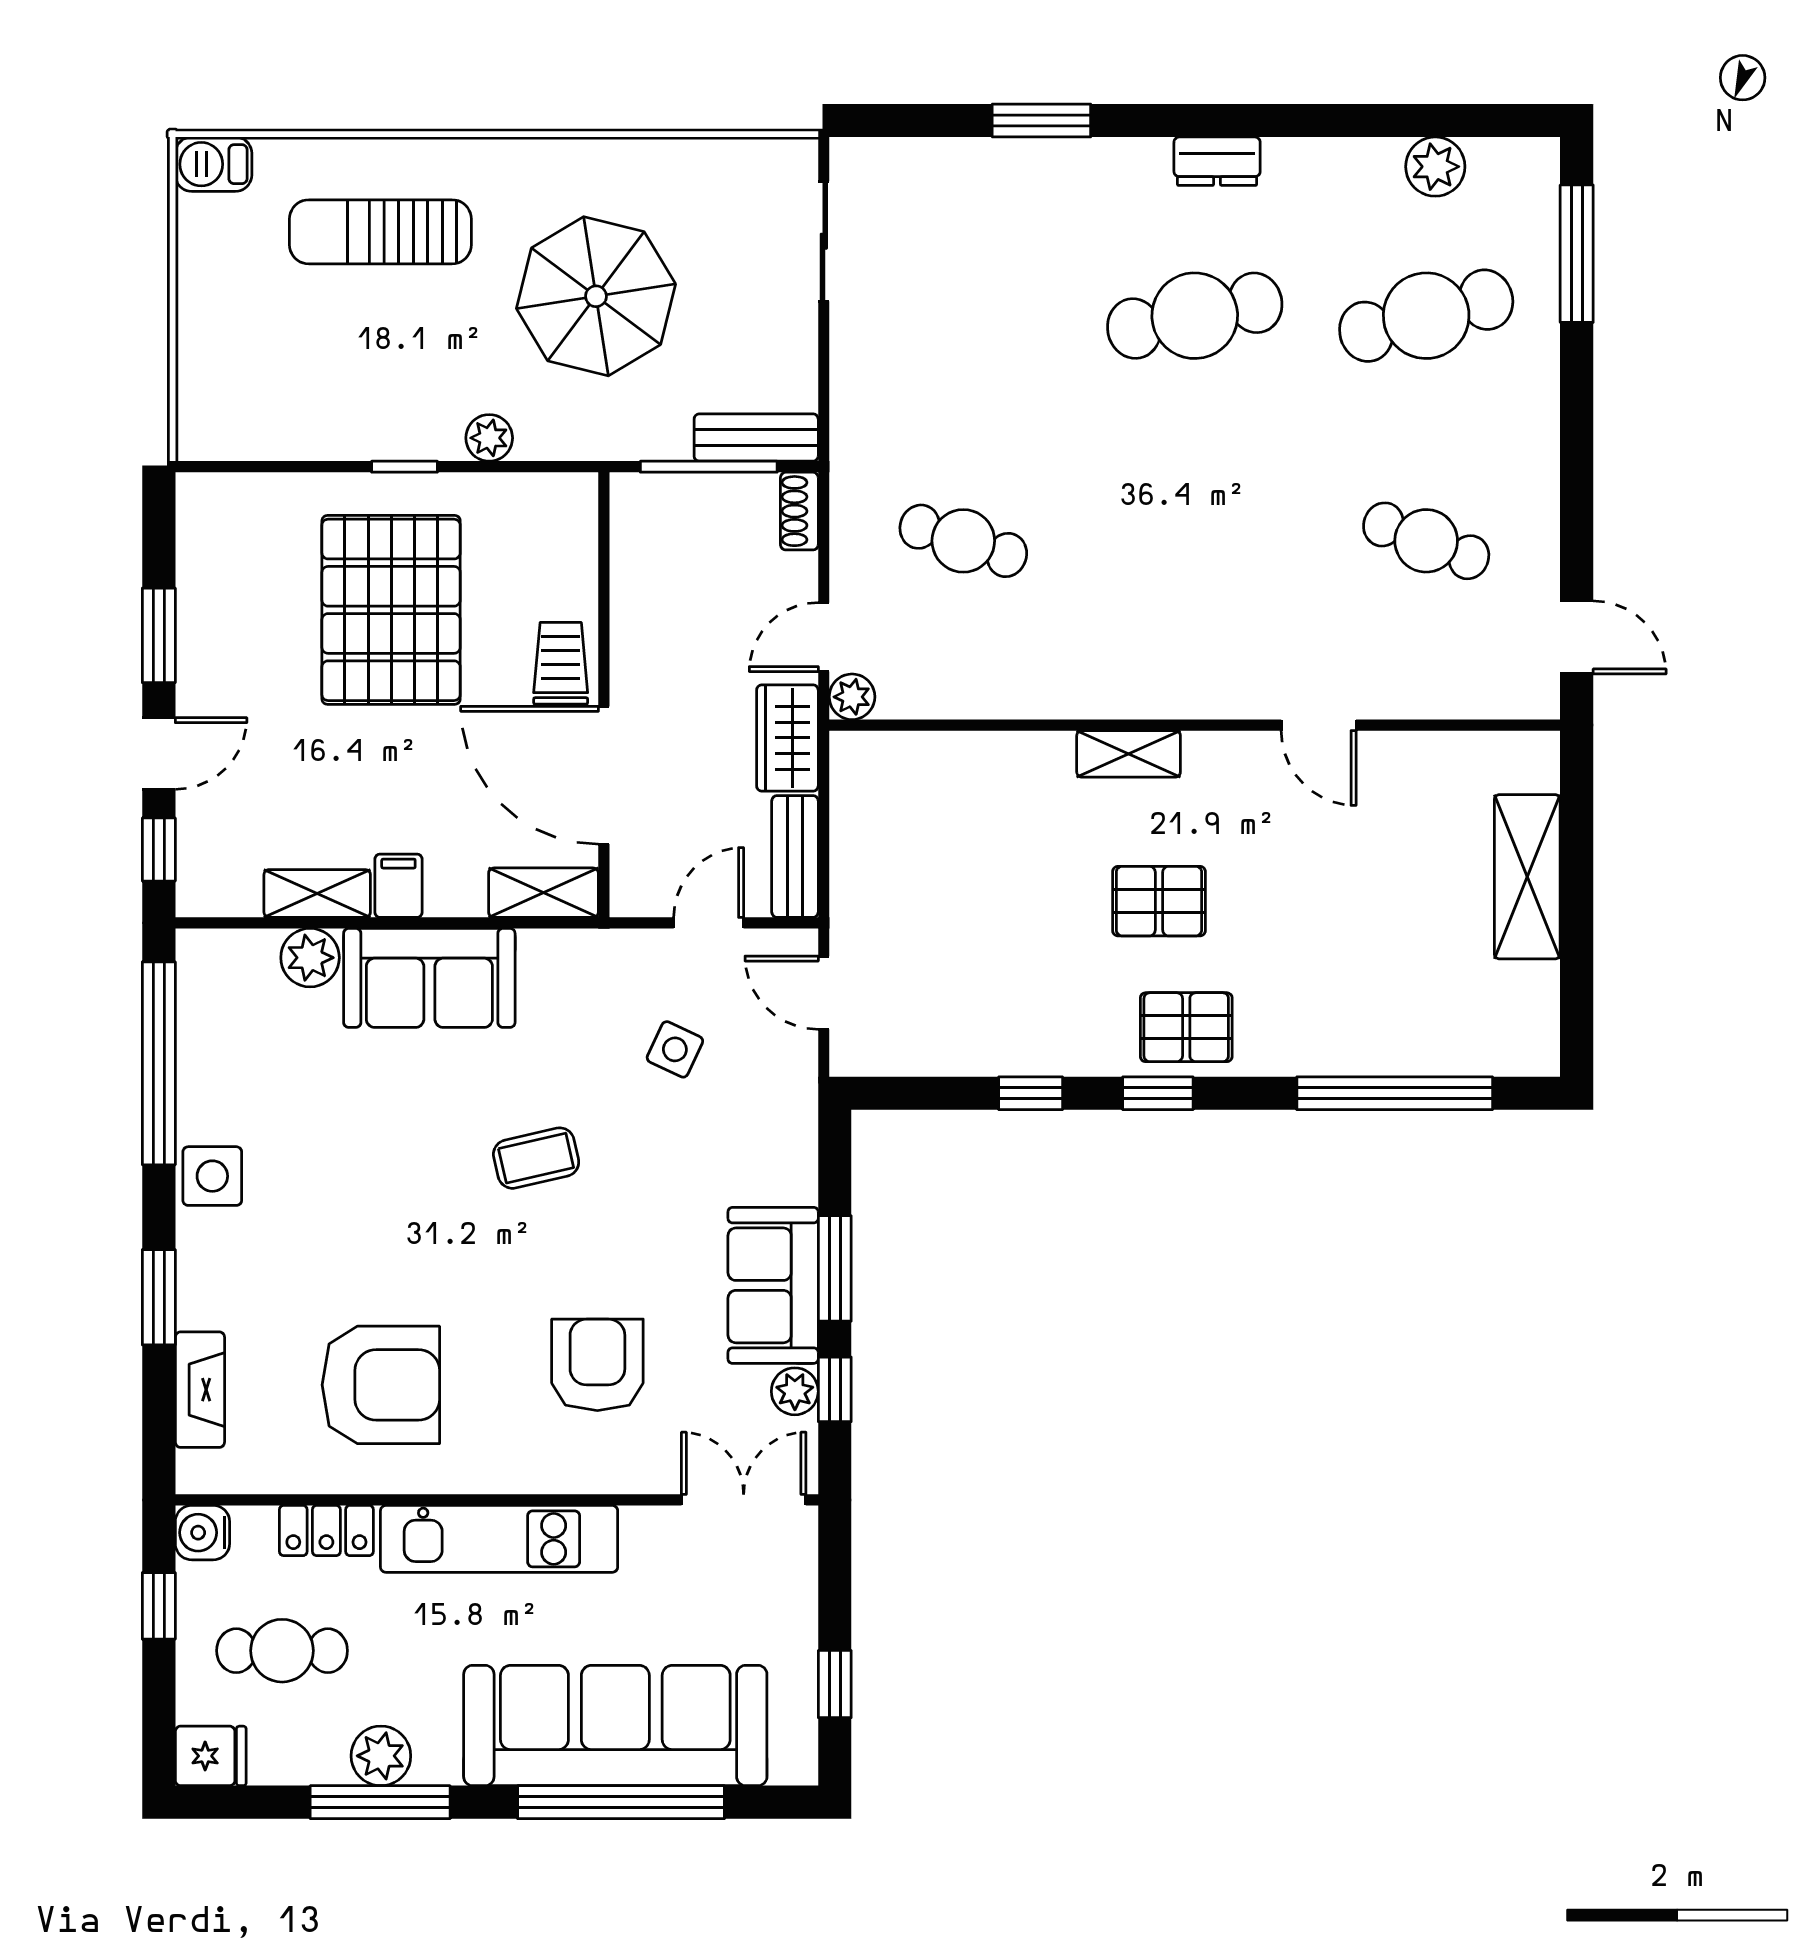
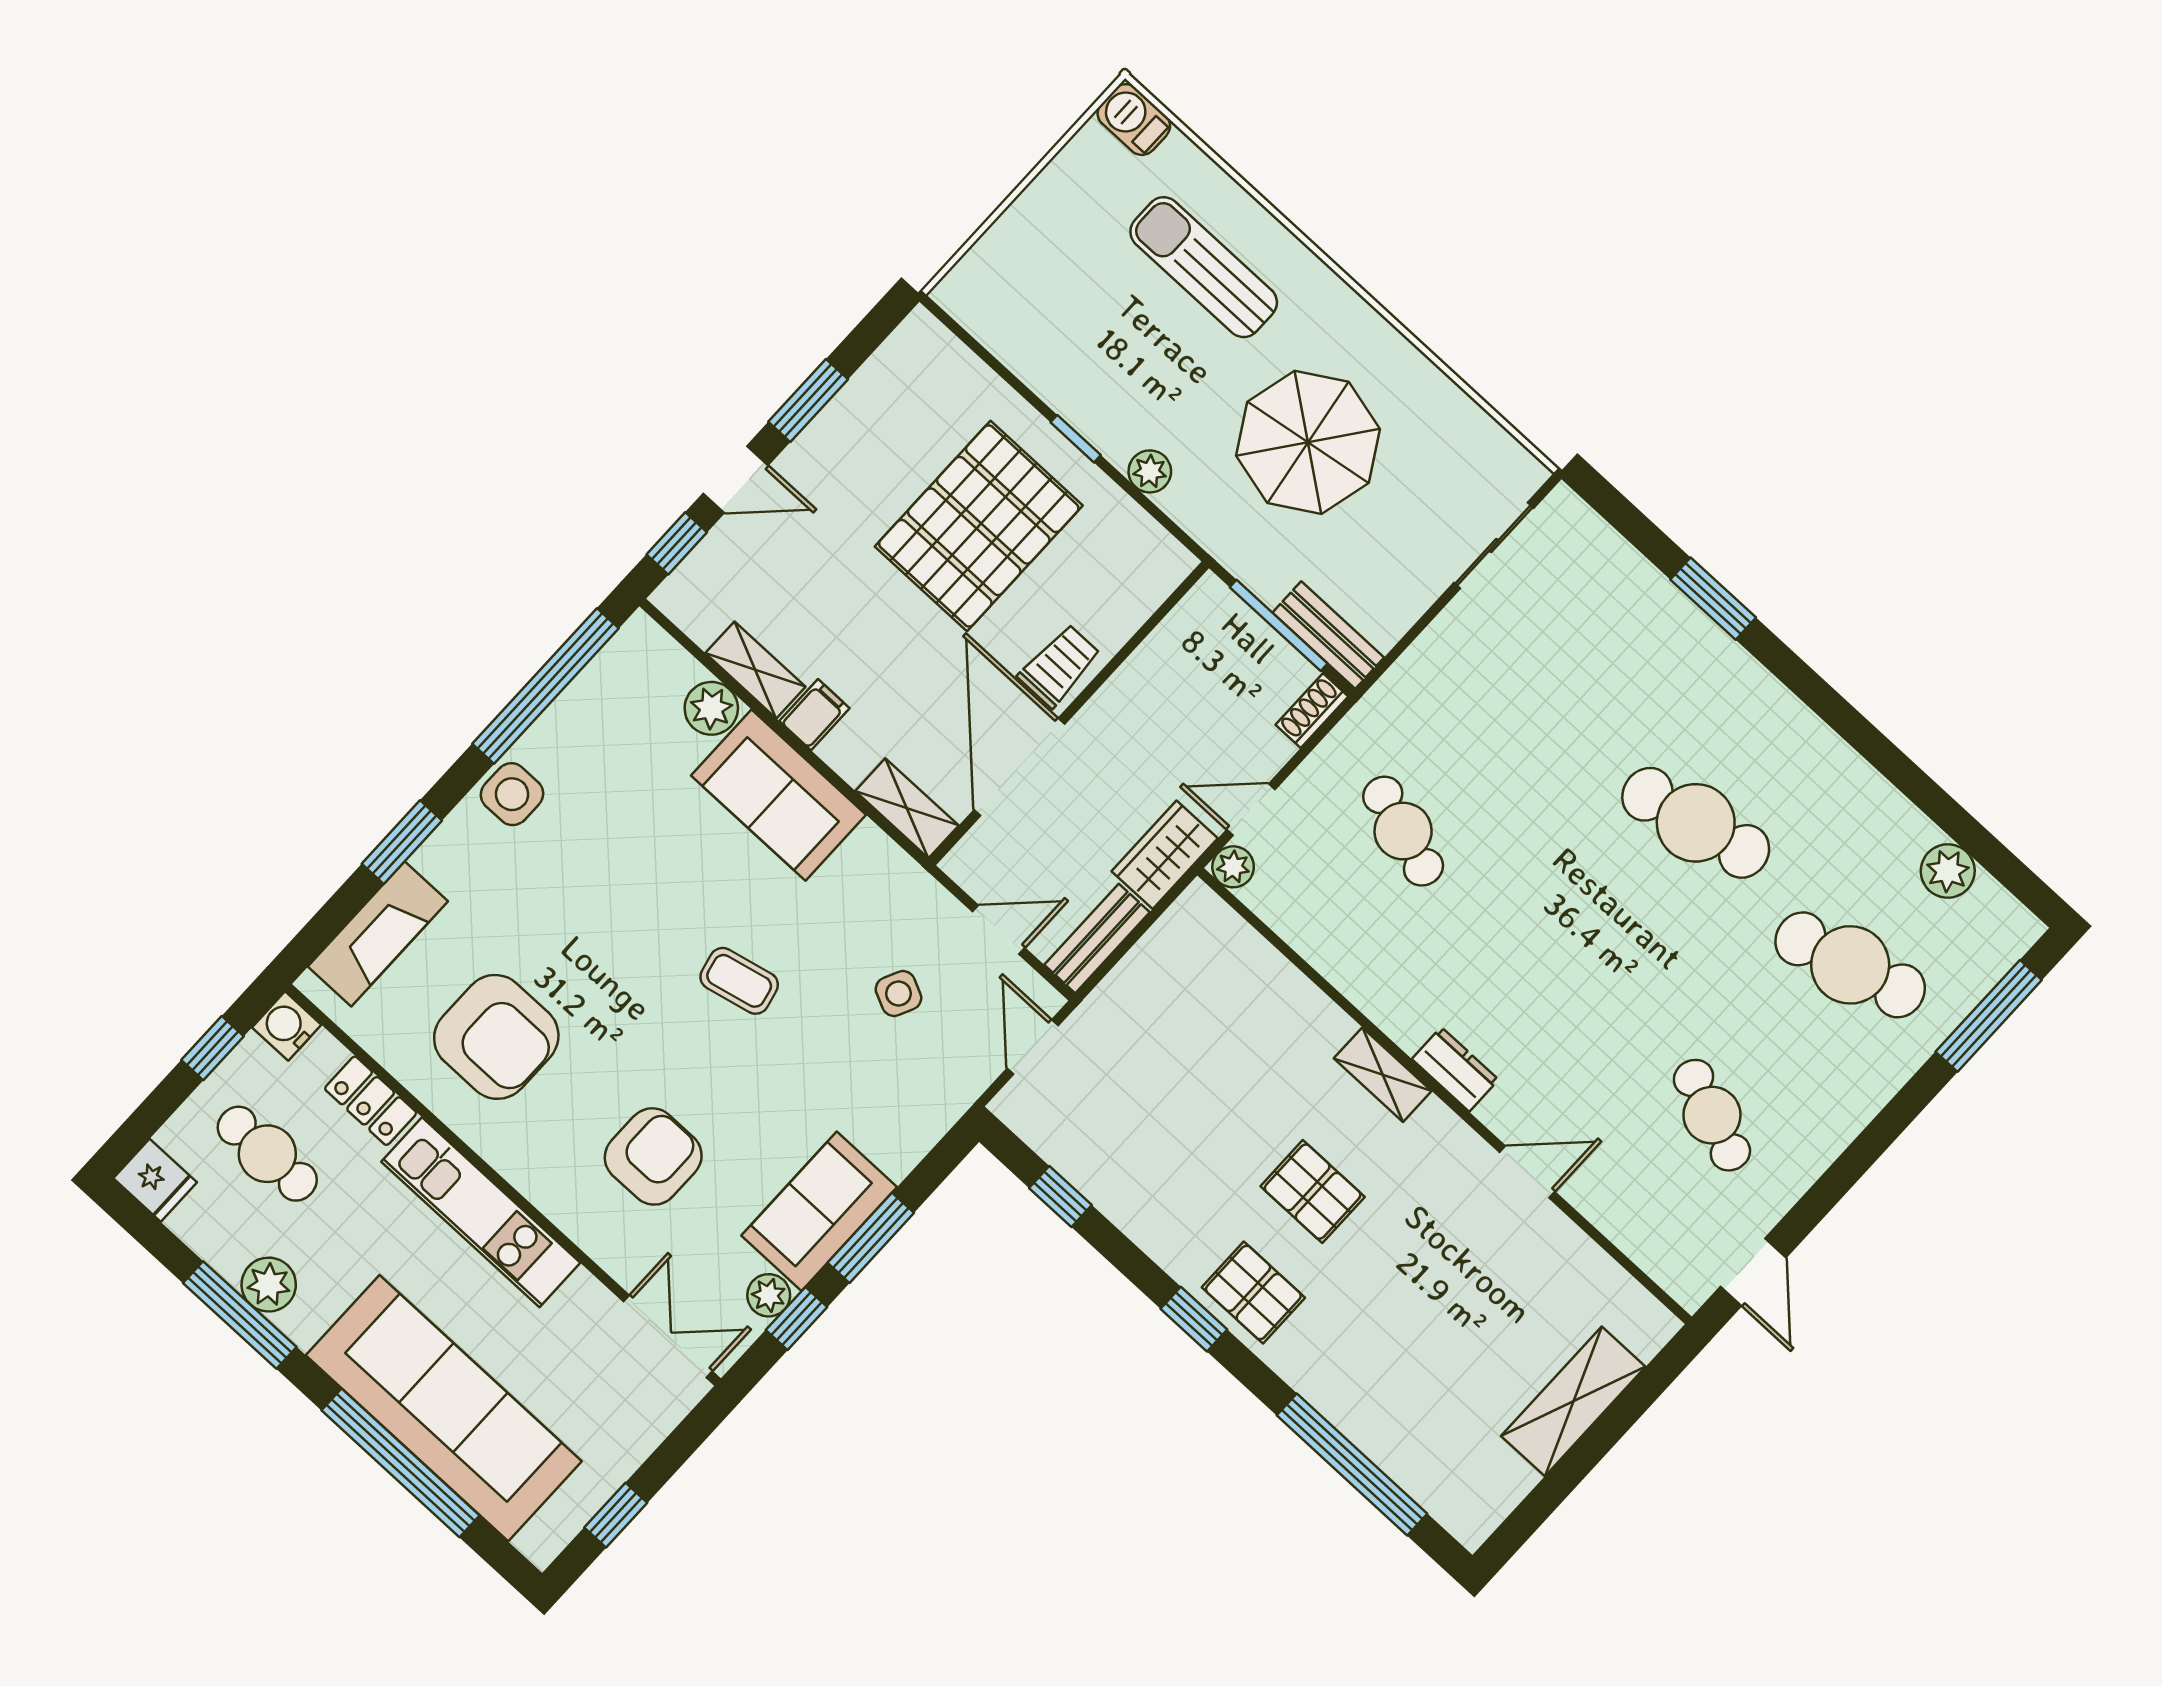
dresser: (1217, 161) -> (1455, 1069), moved, turned 180
door: (1319, 725) -> (1527, 1172), swing flipped
window: (1031, 1093) -> (1060, 1196), moved
fireplace: (200, 1390) -> (378, 934), width x1.37, depth x1.32

